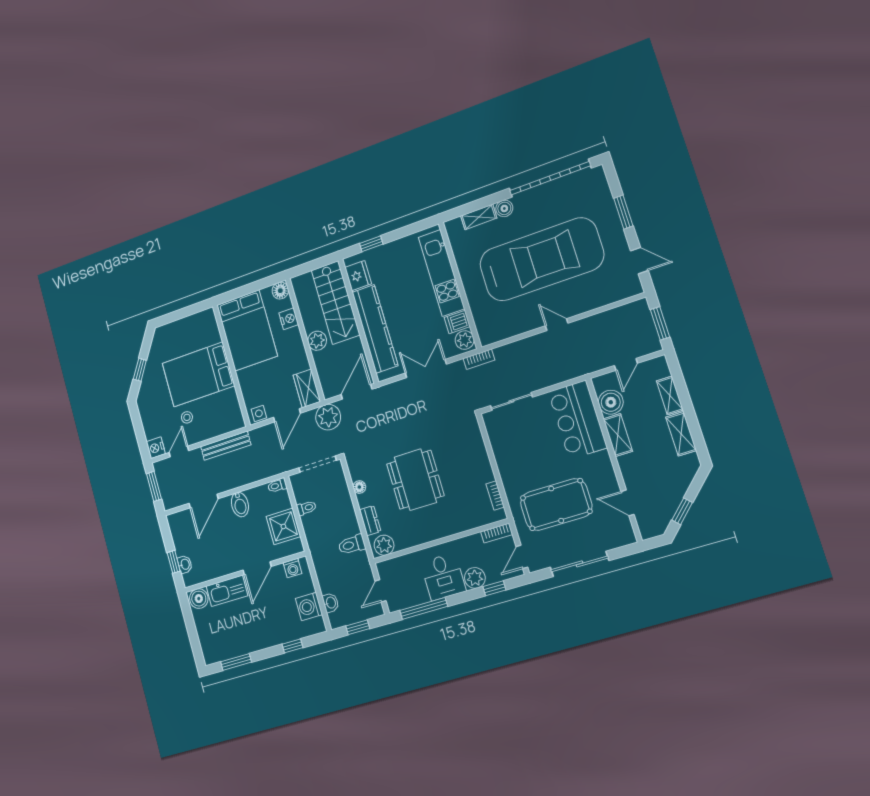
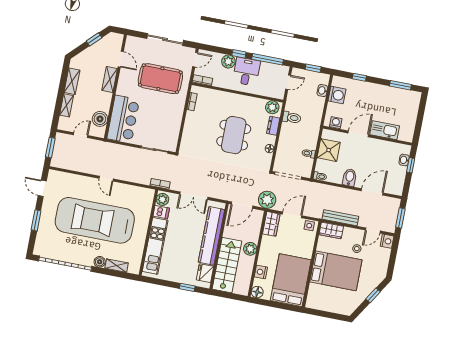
wardrobe: (229, 423) -> (331, 230), added
shelving: (618, 435) -> (110, 79), moved
window: (494, 588) -> (239, 54), moved
boiler: (199, 599) -> (405, 135), removed

